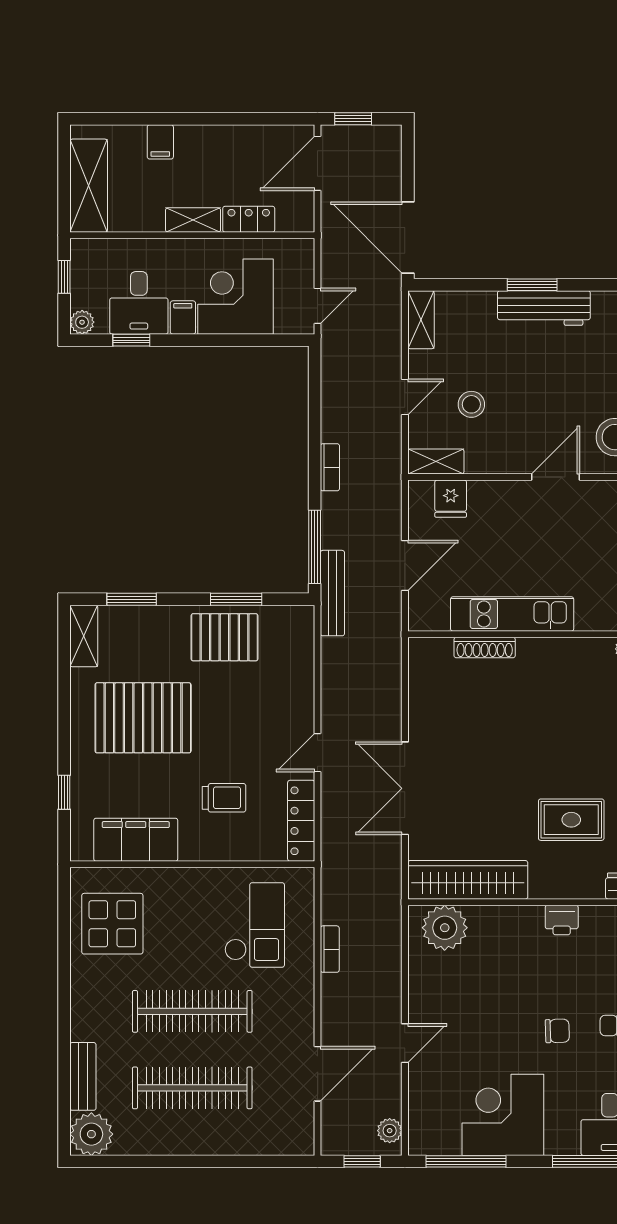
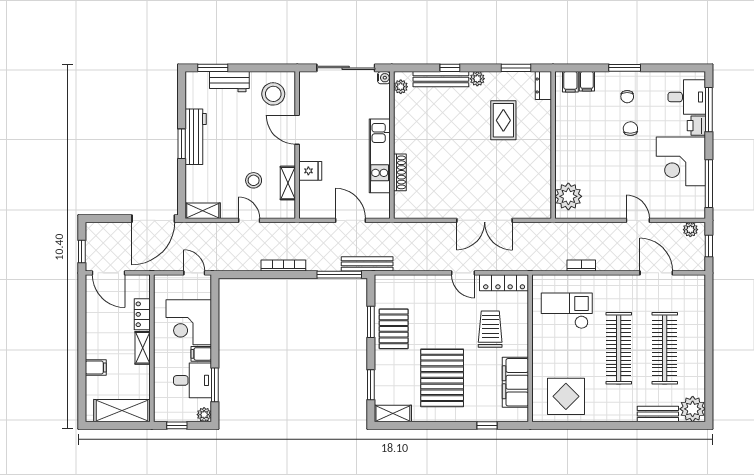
window: (131, 340) -> (215, 385), width x1.50
shelving: (436, 461) -> (288, 183), moved
bookcase: (330, 467) -> (283, 265), width x1.56
fridge: (451, 499) -> (310, 171), moved
trolley: (224, 798) -> (490, 329), width x1.36, depth x1.39
wardrobe: (468, 880) -> (540, 183), removed
printer: (562, 920) -> (696, 126), moved, turned 180

